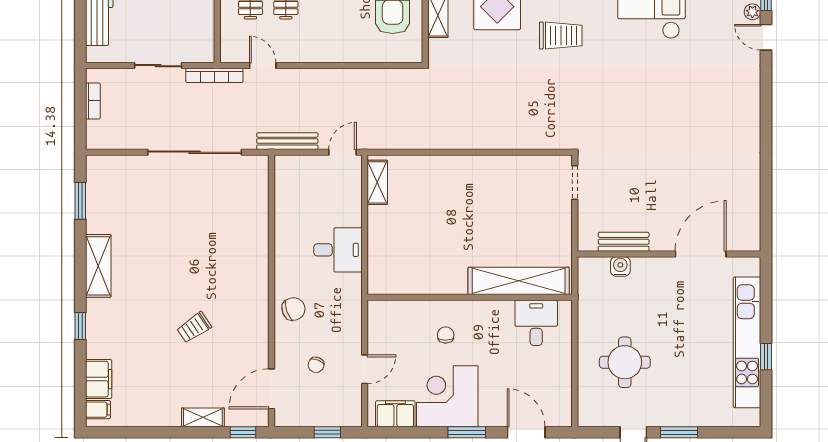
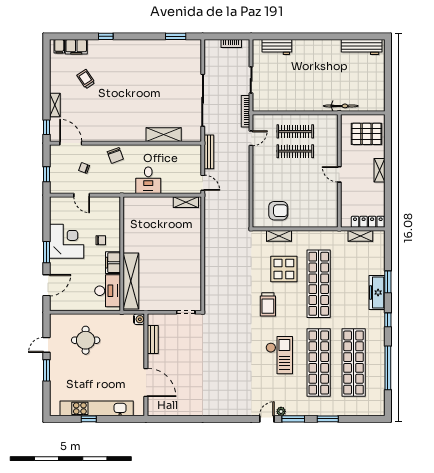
shelving: (98, 266) -> (164, 135), moved
water cooler: (620, 266) -> (139, 319), moved
desk: (536, 323) -> (108, 291), width x1.37
trolley: (194, 327) -> (86, 79), moved
filing cabinet: (395, 414) -> (113, 263), moved, turned 180

